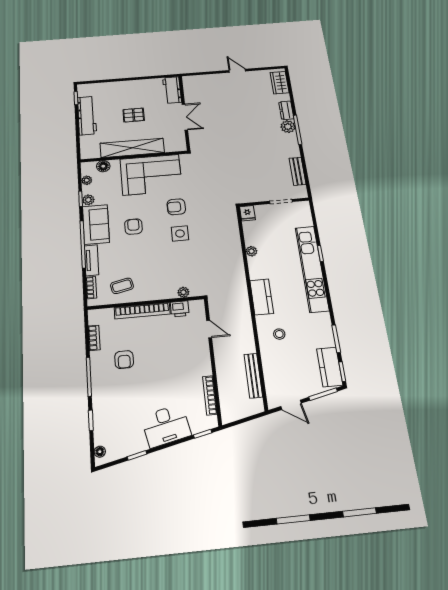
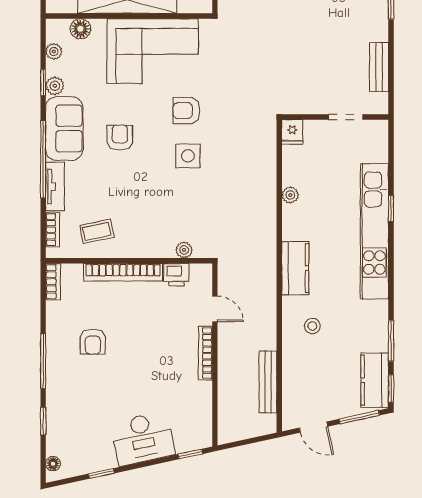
bookcase: (94, 338) -> (53, 282), moved
bookcase: (210, 395) -> (205, 353), moved

